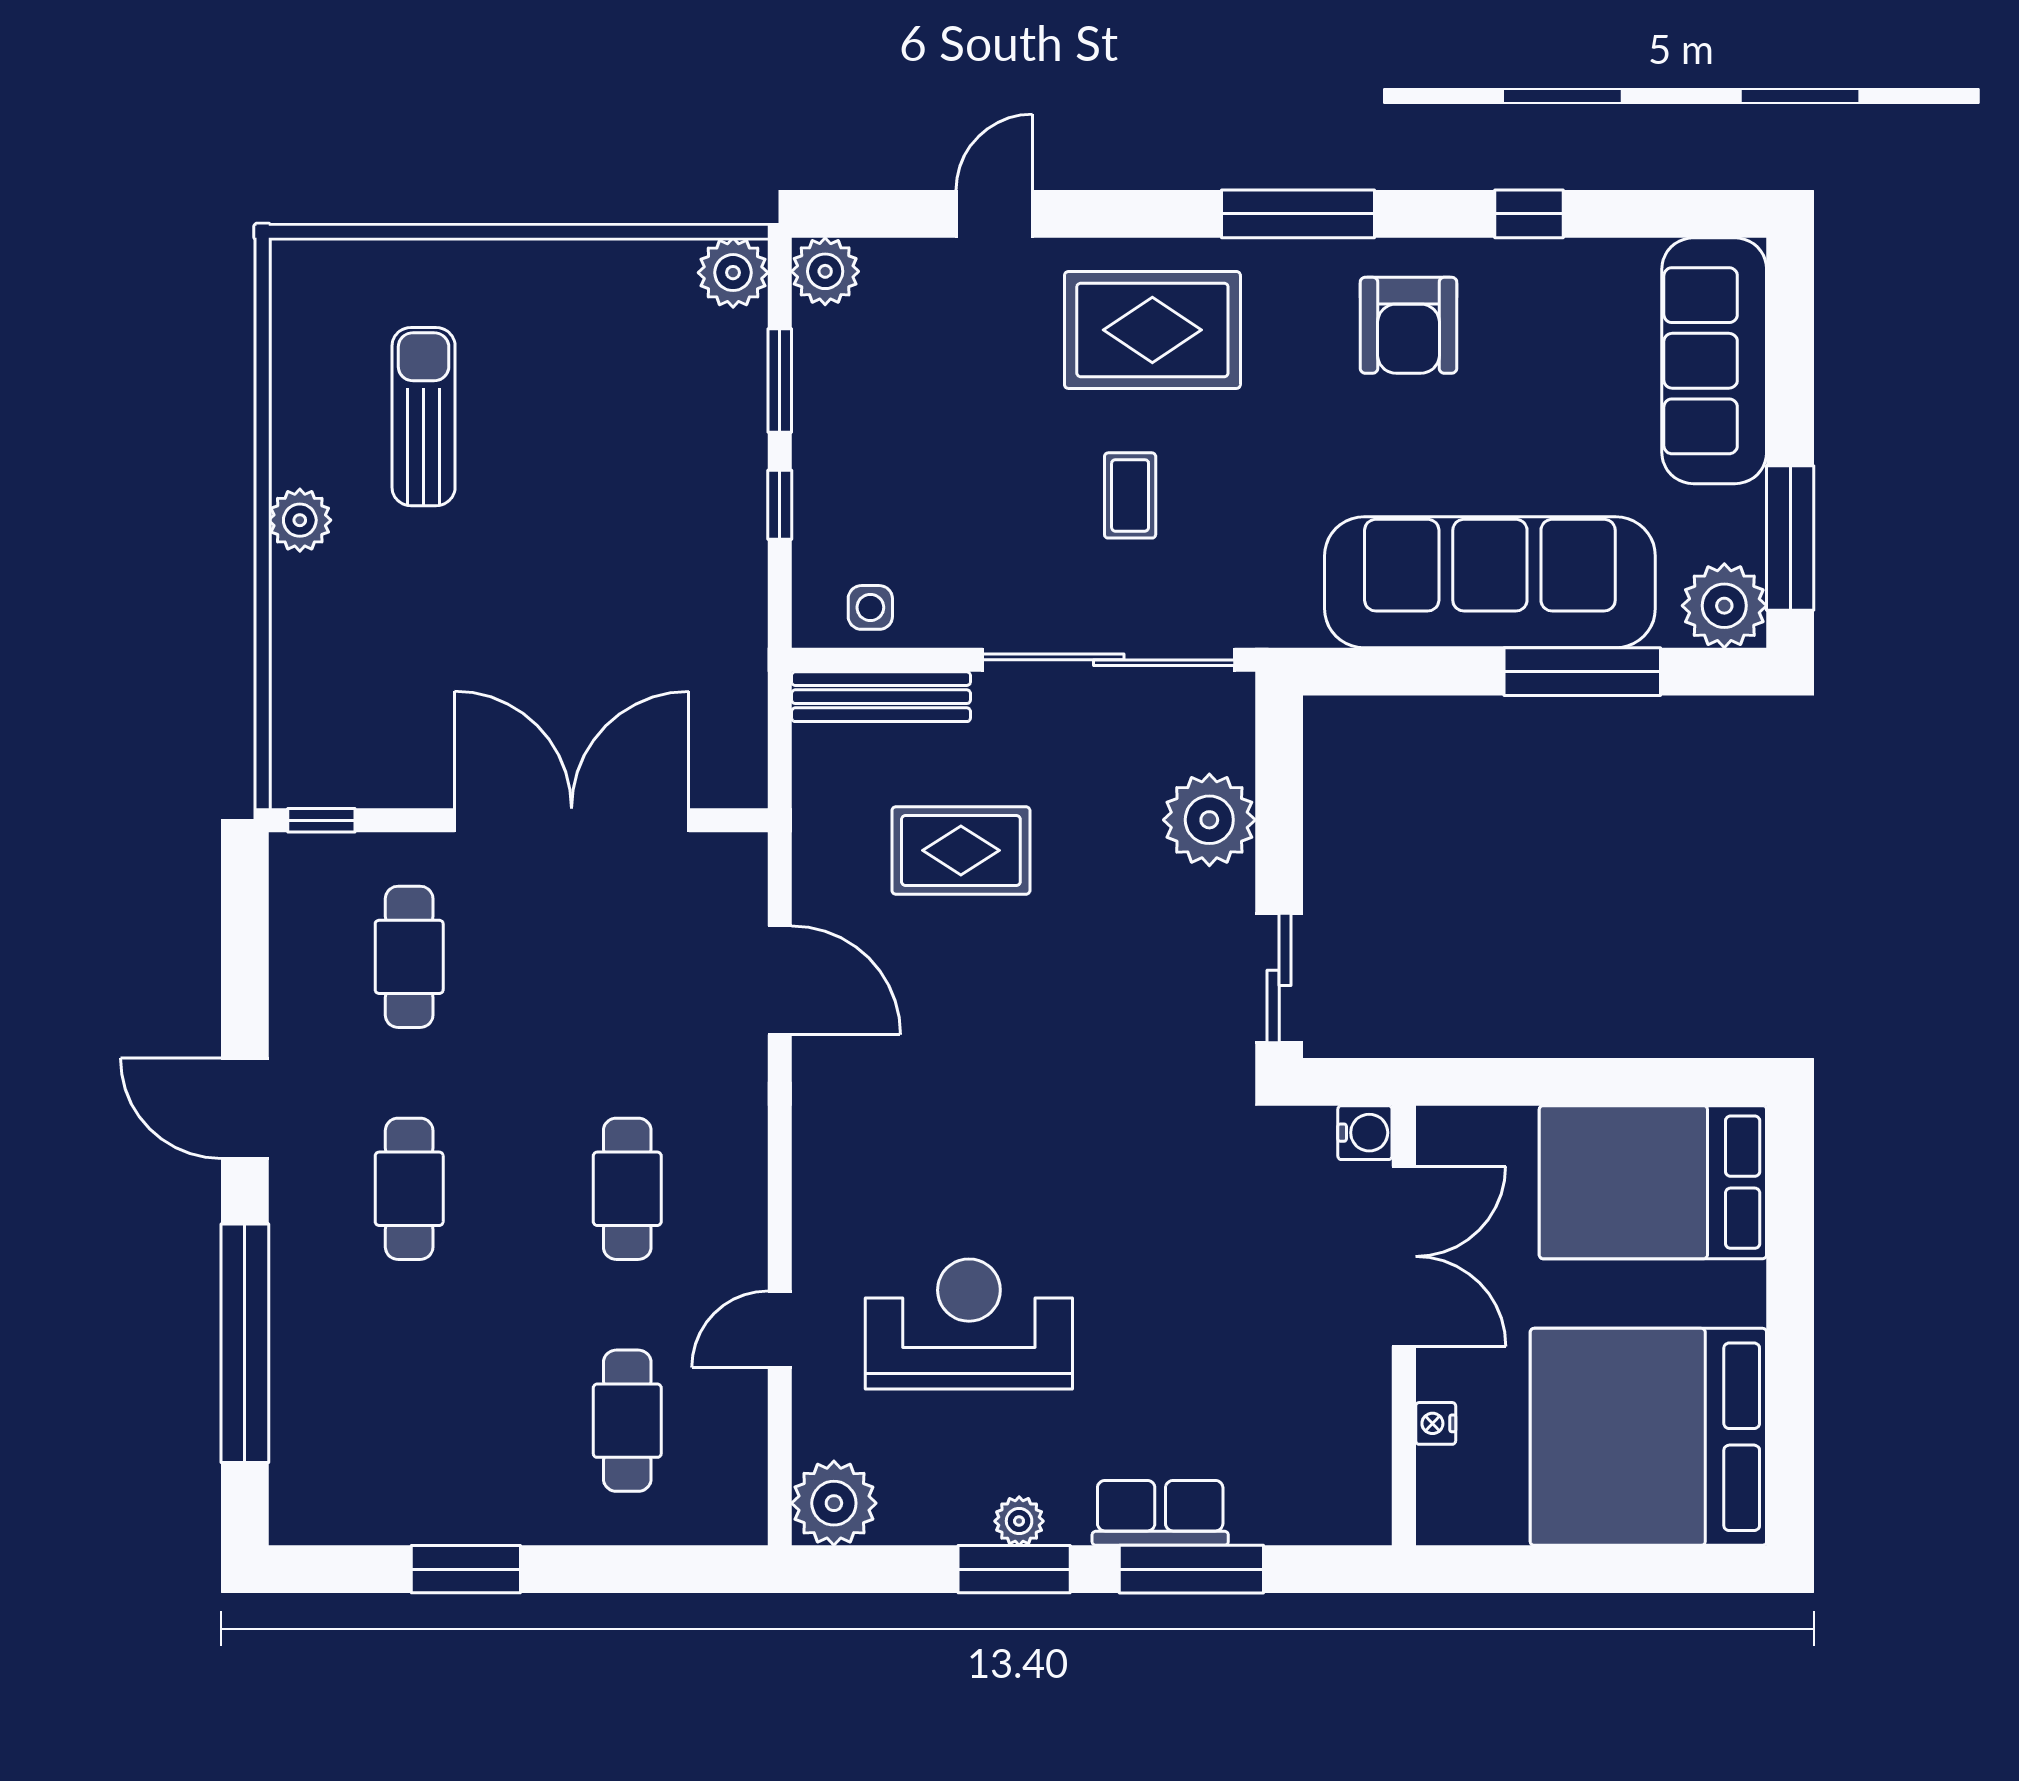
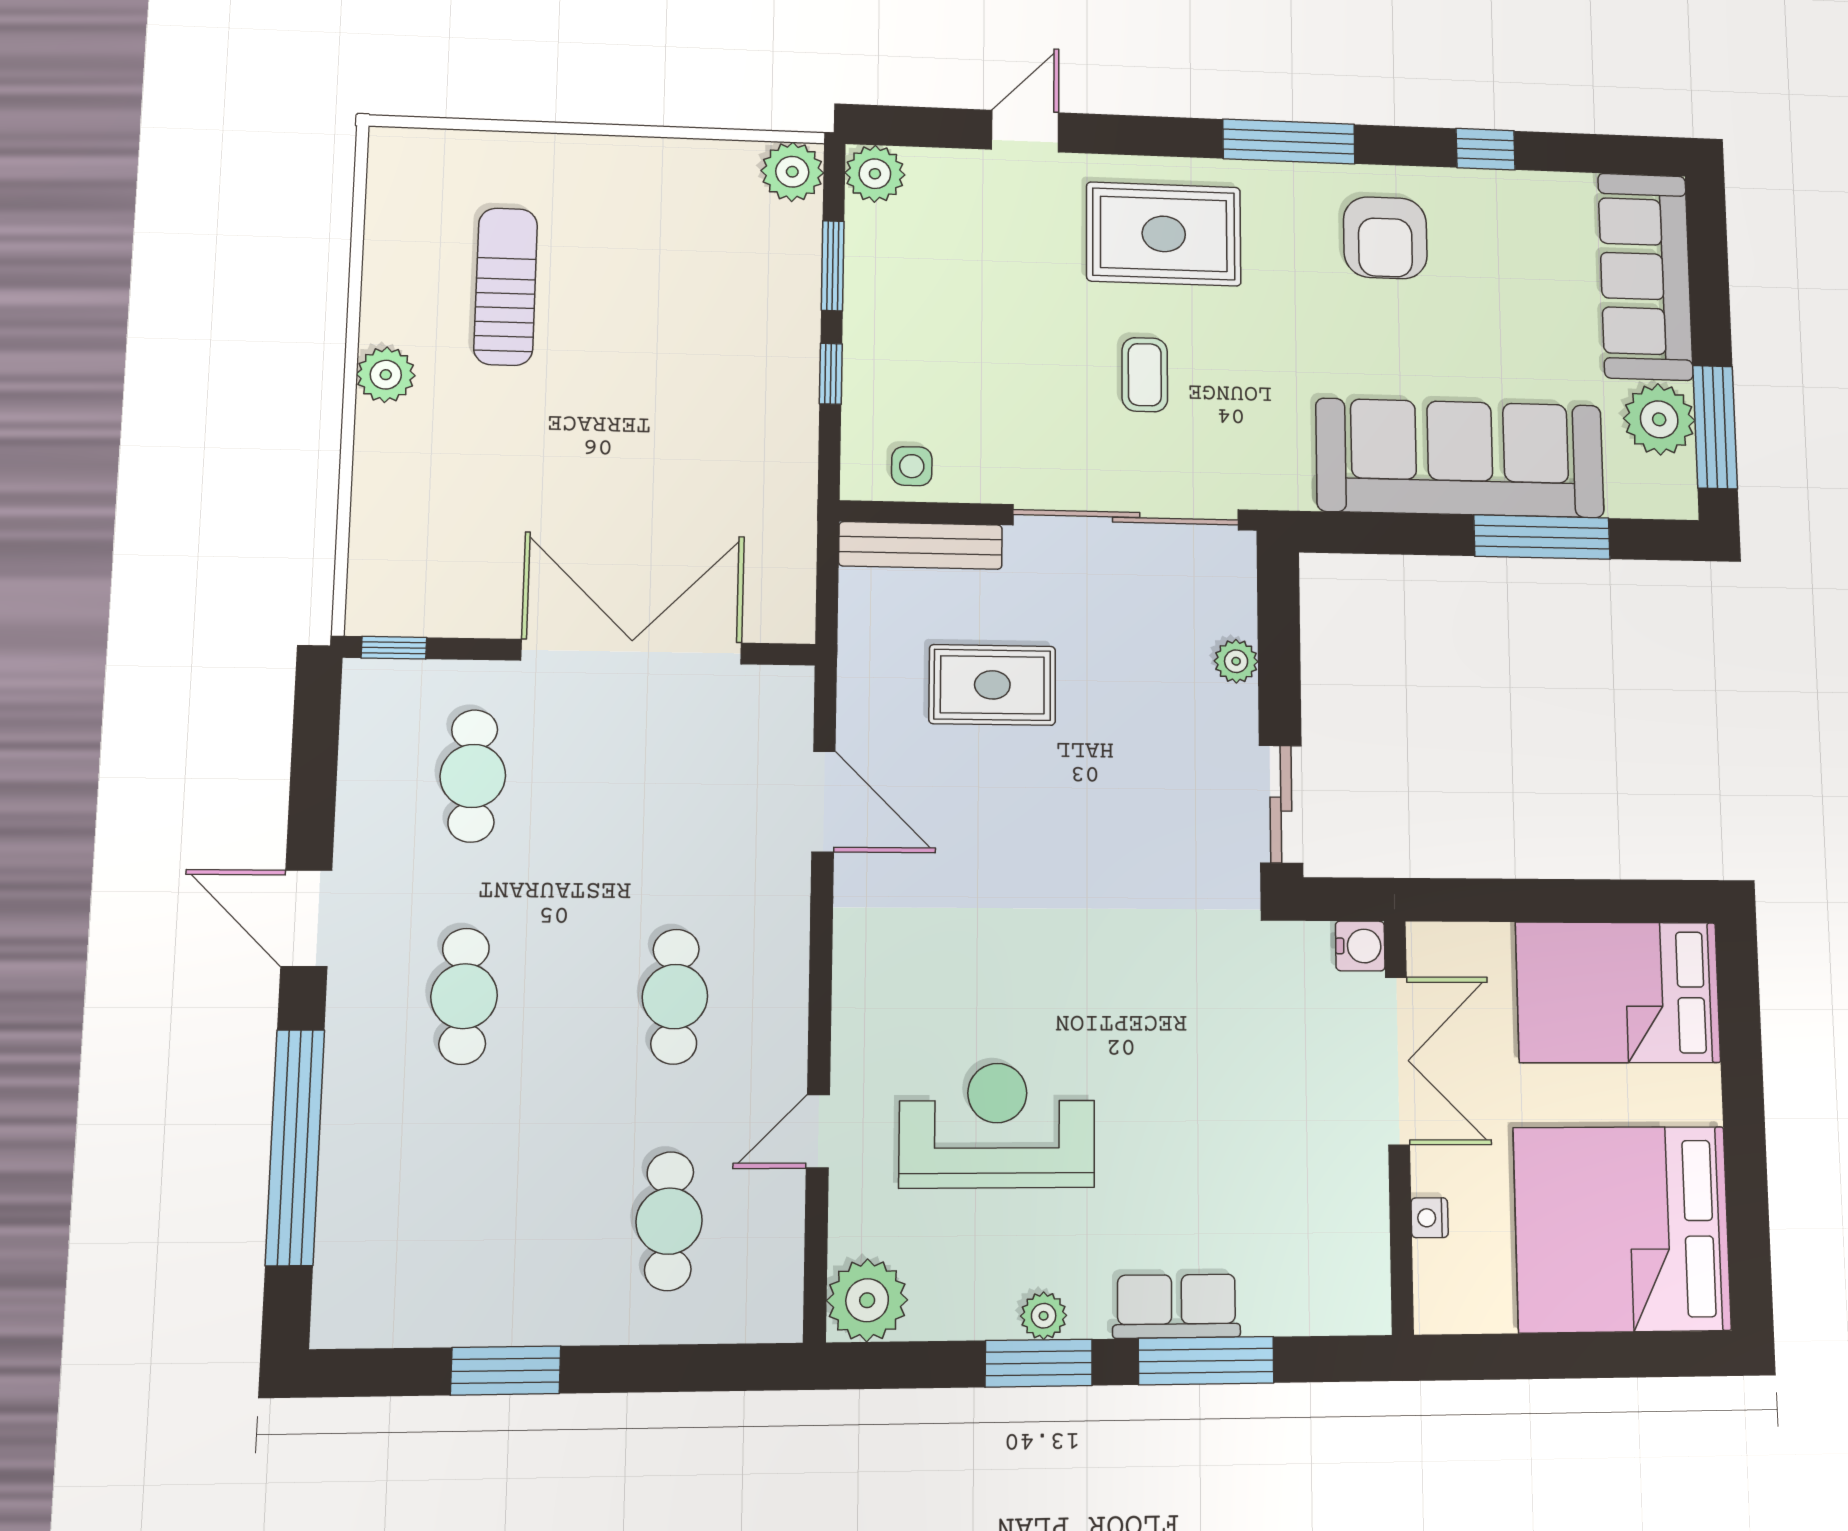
plant: (1724, 606) -> (1659, 419), moved
plant: (1209, 820) -> (1236, 661), width x0.53, depth x0.53

